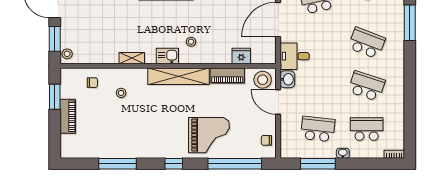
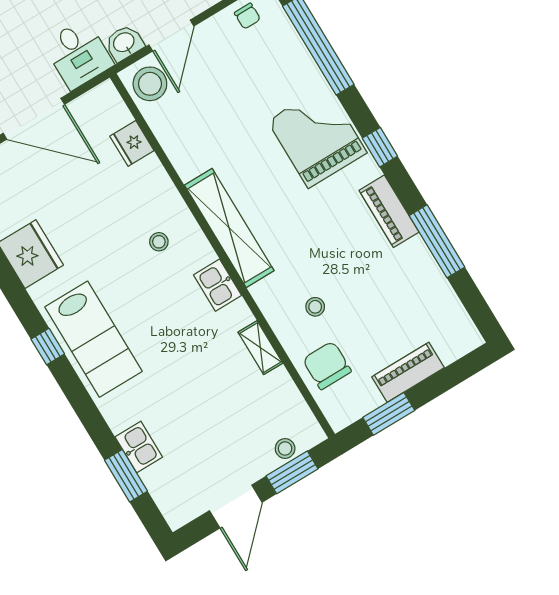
stool: (67, 54) -> (285, 448), moved
kitchen sink: (167, 56) -> (217, 285), moved
shelving: (132, 58) -> (260, 348), moved
piano: (227, 76) -> (389, 211), moved, turned 180
chair: (92, 83) -> (327, 365), width x1.87, depth x1.87
grand piano: (209, 135) -> (317, 137), moved

